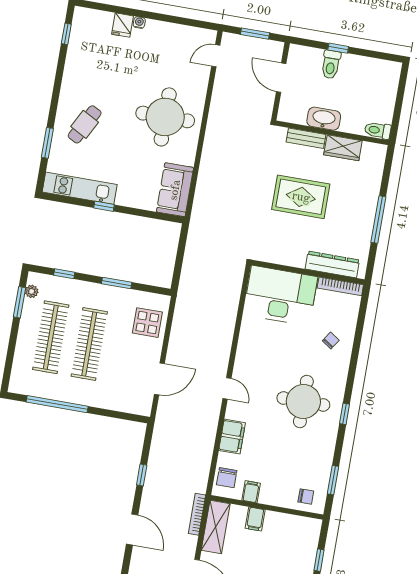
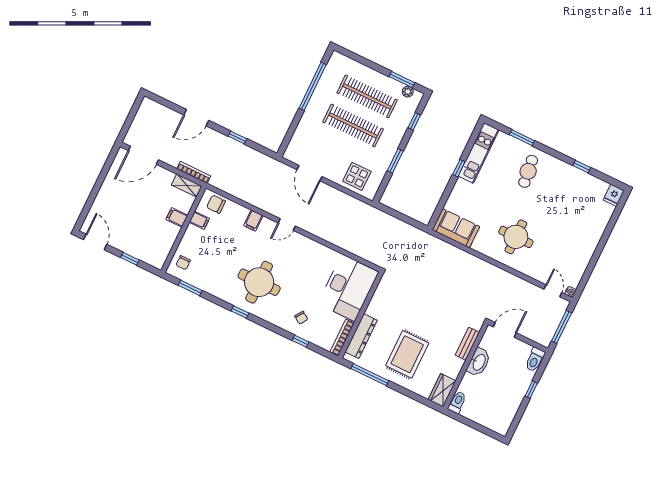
water cooler: (139, 23) -> (570, 292), moved
fridge: (122, 25) -> (614, 195), moved, turned -90
window: (66, 34) -> (582, 167), moved
window: (255, 34) -> (562, 327), width x1.44
toilet: (331, 64) -> (535, 360), moved, turned -90
door: (281, 78) -> (505, 330), moved
round table: (165, 117) -> (516, 237), width x0.73, depth x0.73
cafe table: (85, 124) -> (528, 171), turned 55
wardrobe: (343, 148) -> (442, 390), moved
rug: (301, 197) -> (407, 354), moved
window: (378, 220) -> (370, 375), moved
window: (359, 334) -> (300, 341), added
filing cabinet: (232, 437) -> (253, 221), width x0.50
shelving: (216, 527) -> (187, 186), width x0.67, depth x0.75

